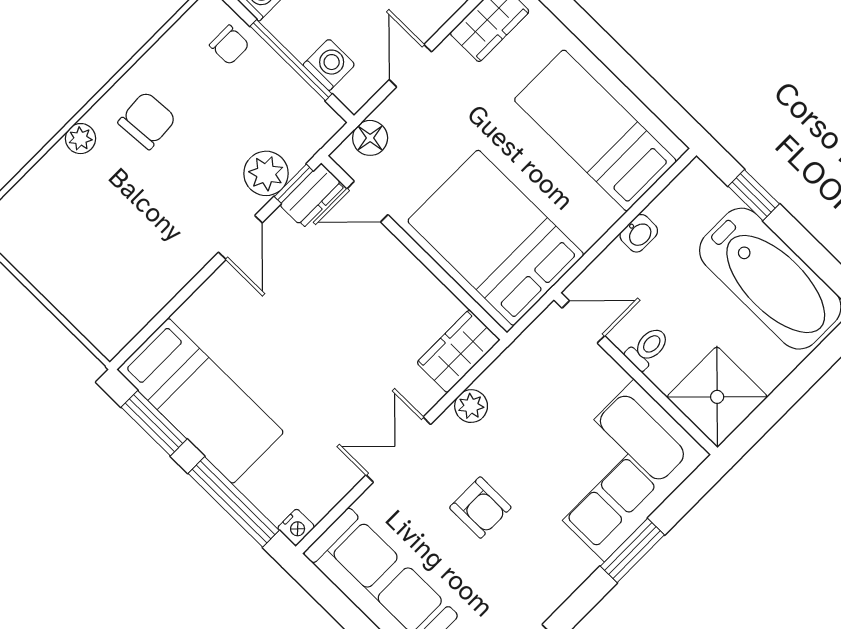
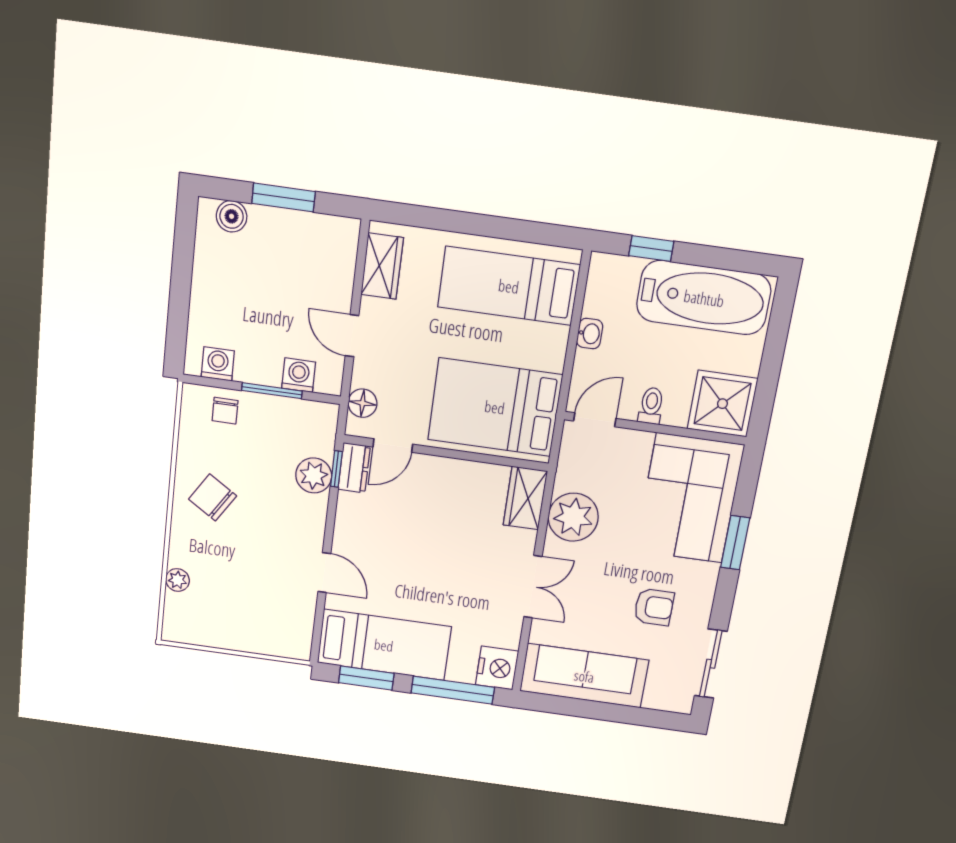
chair: (229, 45) -> (225, 411), turned 90
window: (291, 60) -> (272, 391), width x0.69
chair: (147, 120) -> (213, 498), turned -53
plant: (80, 139) -> (177, 580), moved
door: (240, 238) -> (324, 573), moved
plant: (471, 406) -> (573, 517), width x1.88, depth x1.88
double door: (398, 450) -> (533, 587), swing flipped
armchair: (480, 508) -> (654, 607), moved
nightstand: (296, 527) -> (497, 668), width x1.89, depth x1.79

